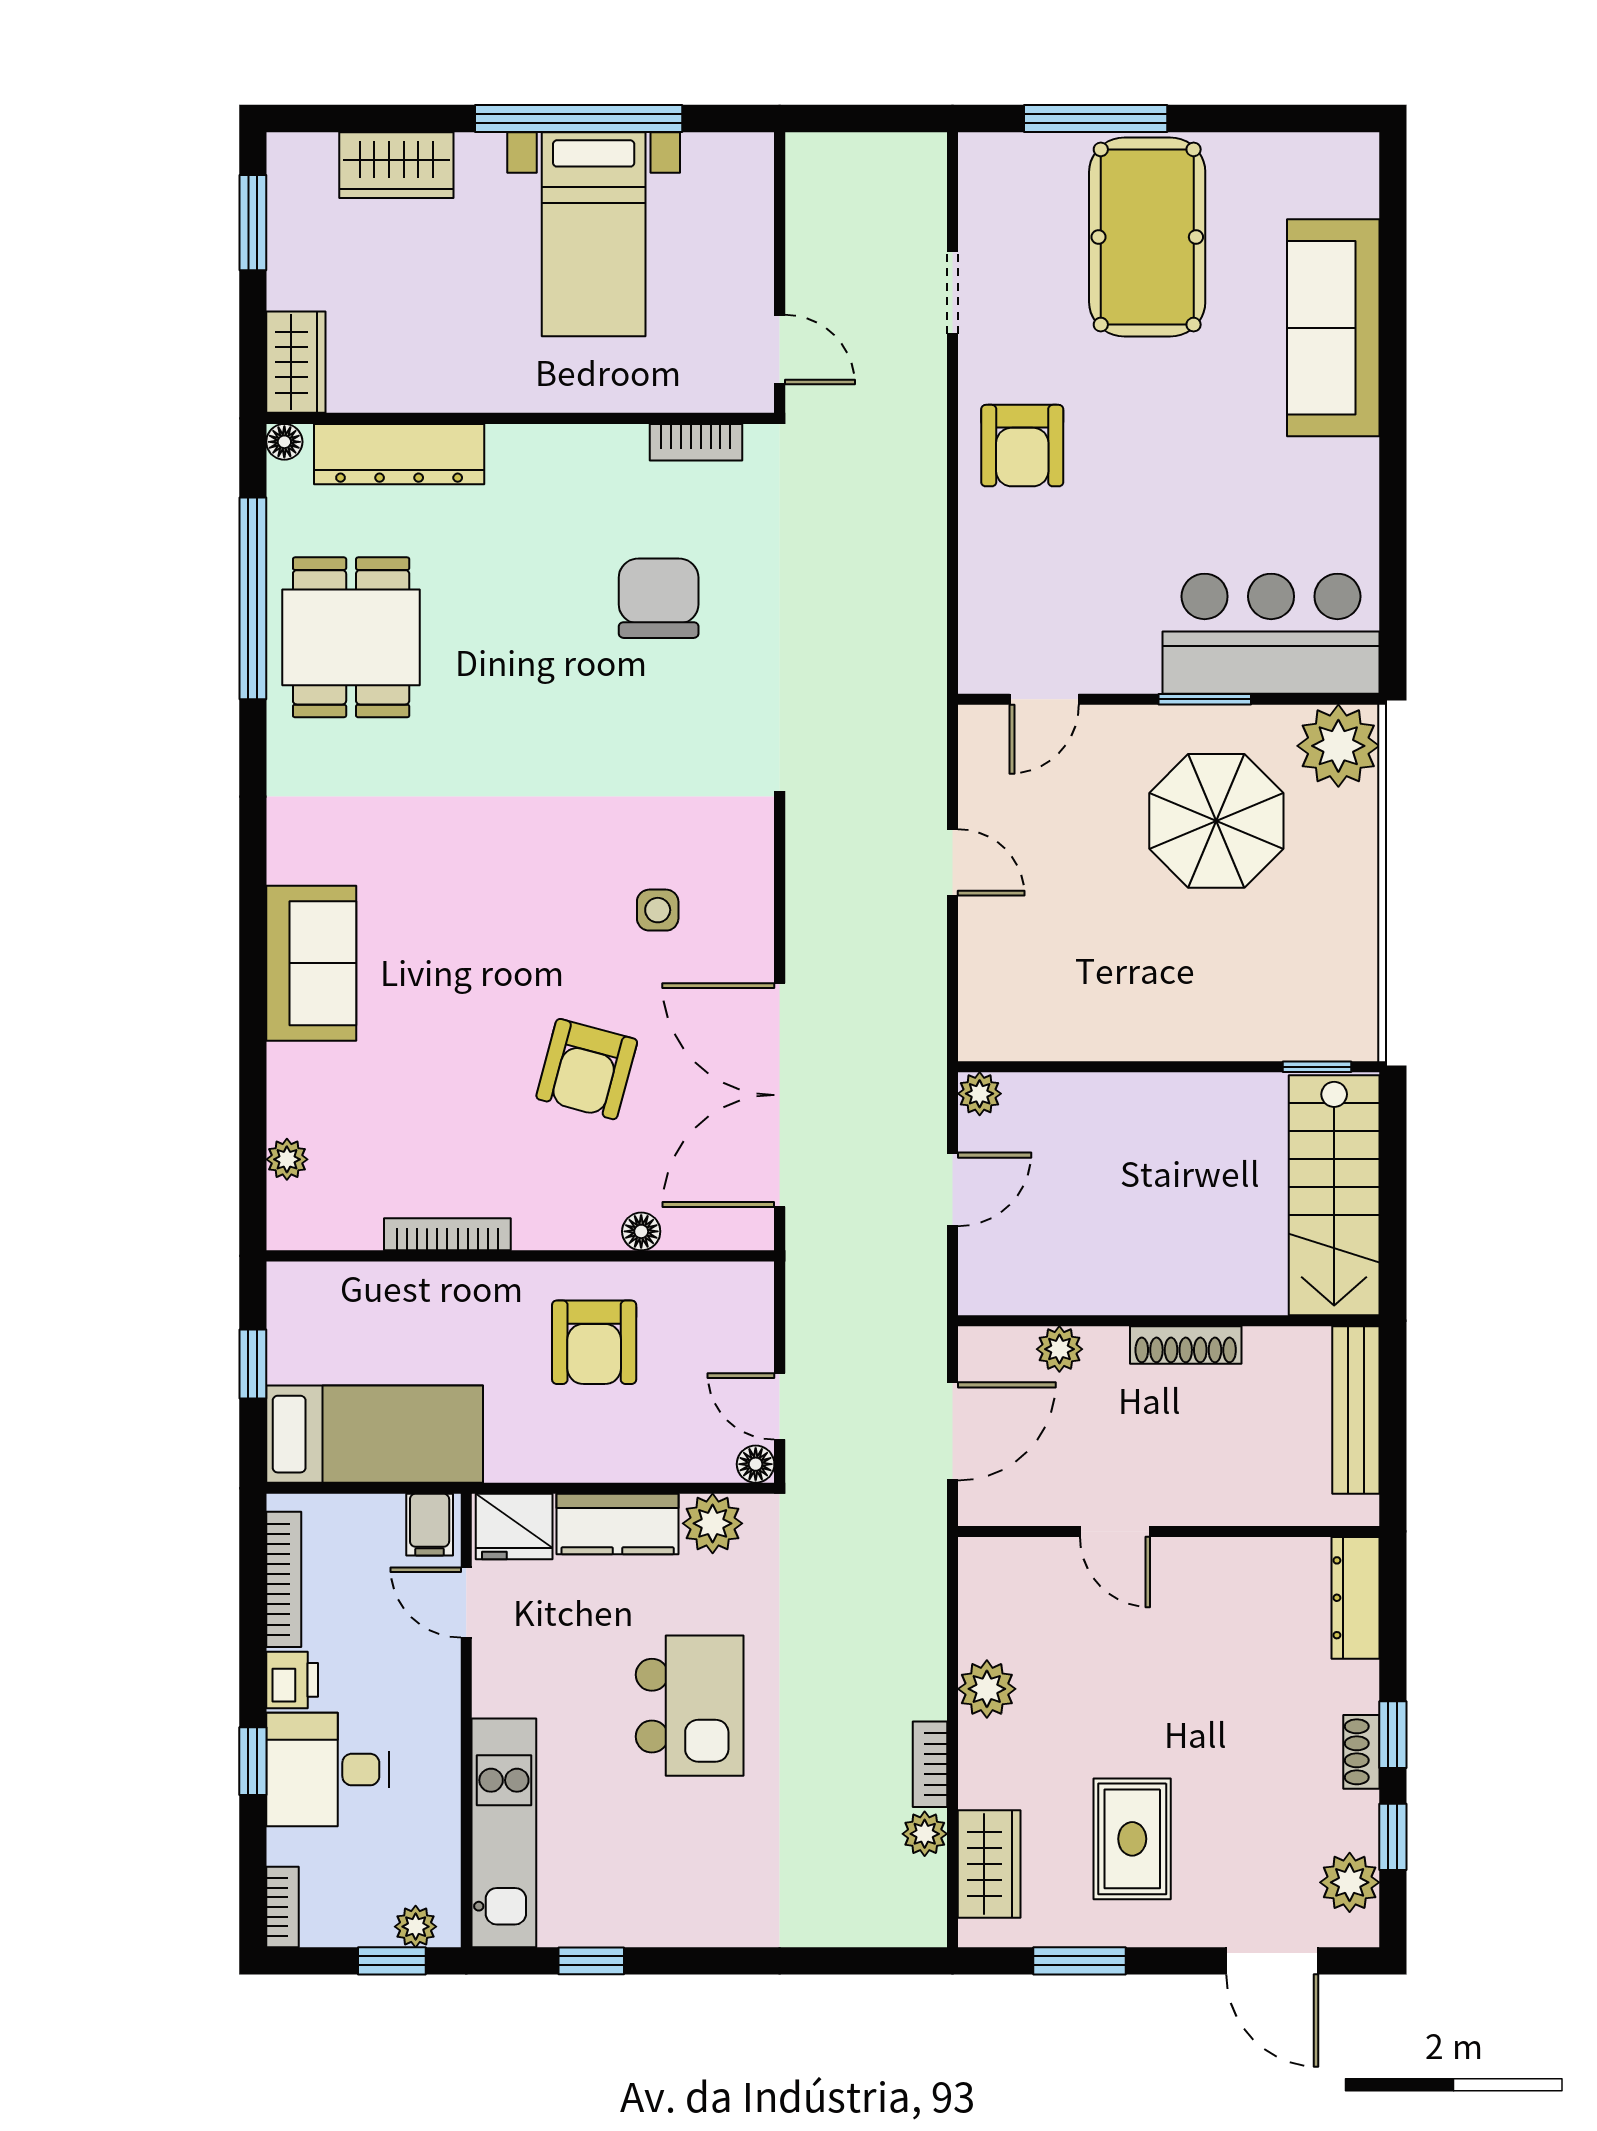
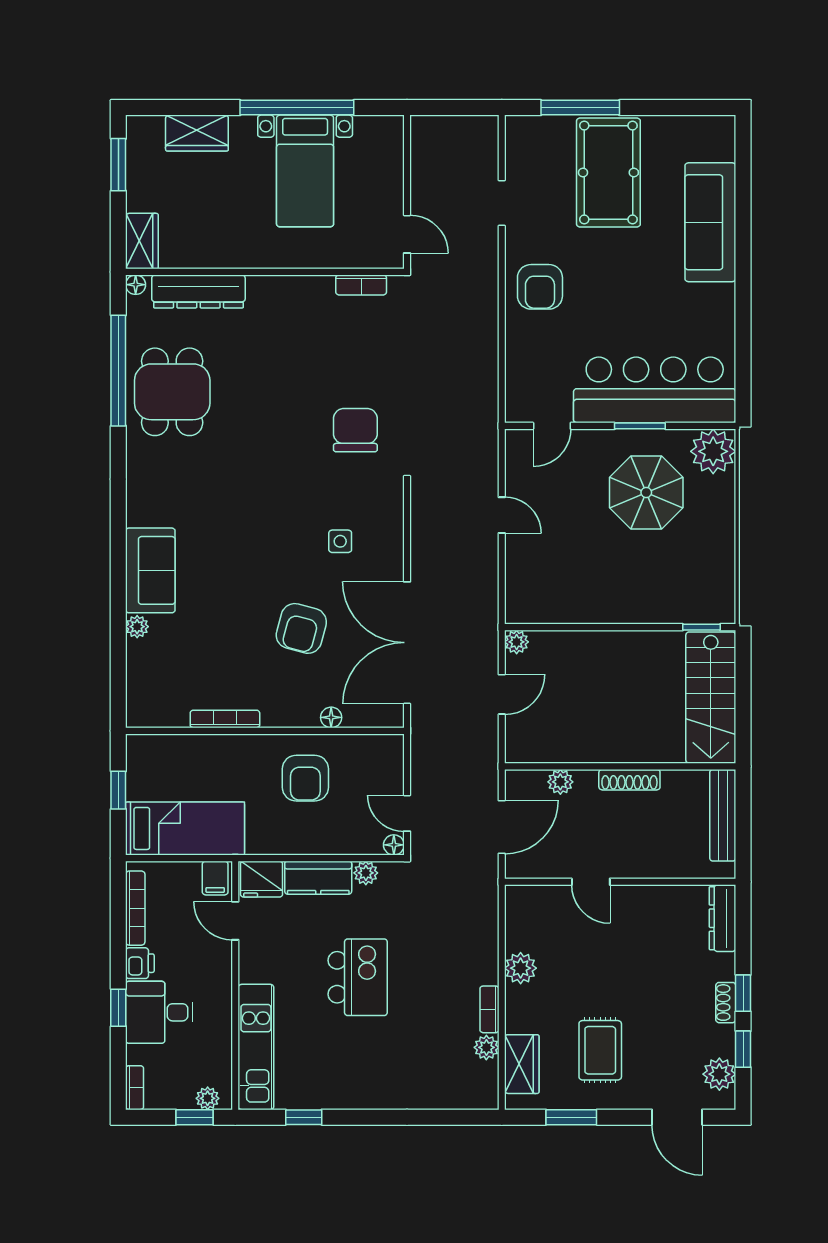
chair: (659, 598) -> (355, 430), moved
bar counter: (1271, 634) -> (655, 390), width x1.36
plant: (287, 1159) -> (137, 627), moved
plant: (713, 1523) -> (366, 873), width x0.73, depth x0.73

